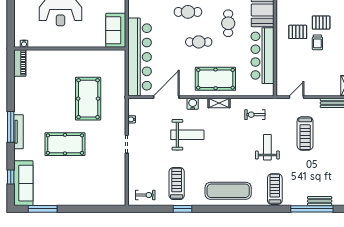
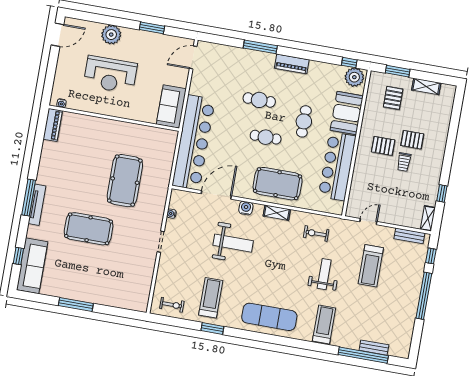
window: (43, 209) -> (76, 304), moved

